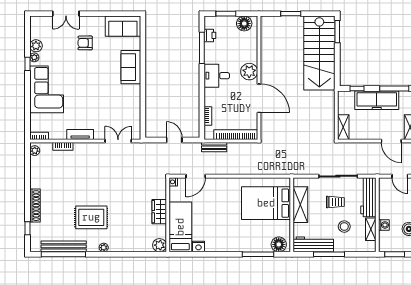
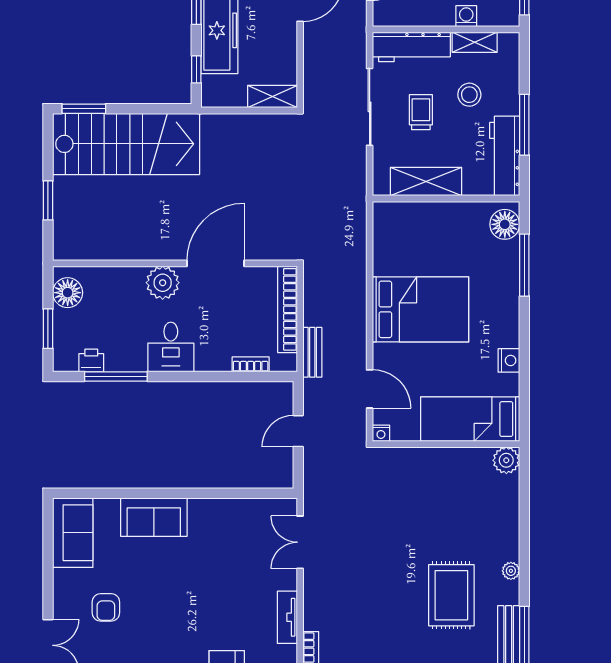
bed: (266, 203) -> (421, 309), moved, turned -90
wardrobe: (159, 212) -> (440, 461), removed
nightstand: (198, 246) -> (509, 360), moved

